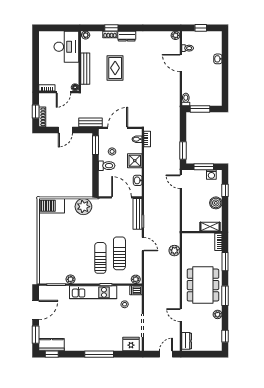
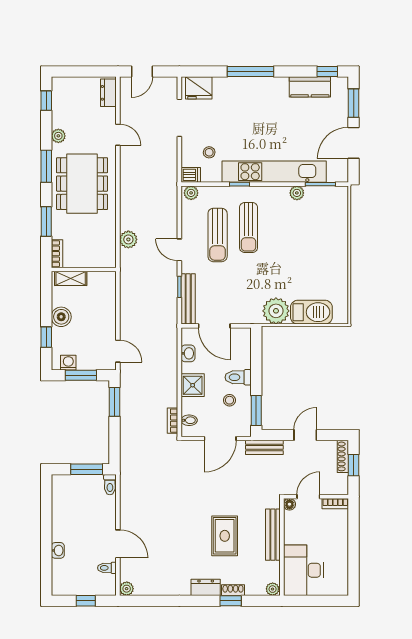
barbecue: (52, 206) -> (311, 312), moved
kitchen unit: (93, 292) -> (274, 172), width x1.36
kitchen counter: (51, 345) -> (310, 87), moved

